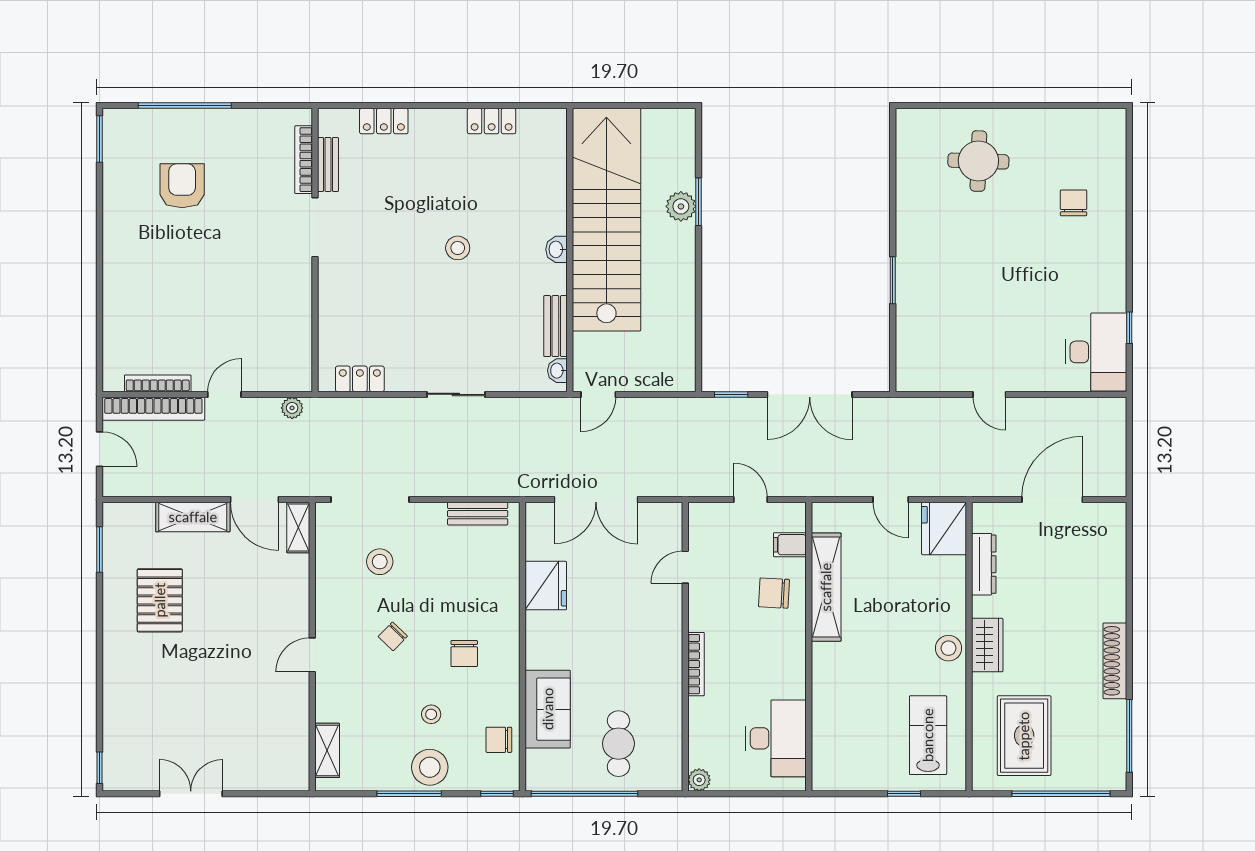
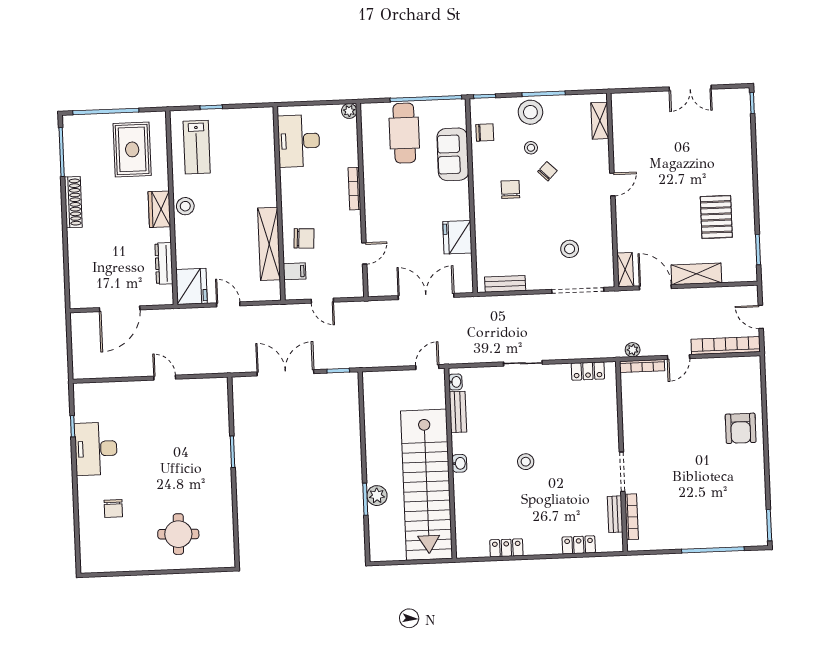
armchair: (182, 186) -> (741, 428), moved
desk: (1096, 352) -> (96, 449), moved
bookcase: (158, 383) -> (642, 366), moved
chair: (393, 636) -> (547, 171), moved
cafe table: (618, 744) -> (404, 133), width x1.37, depth x1.35

